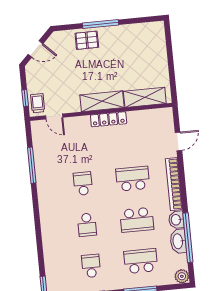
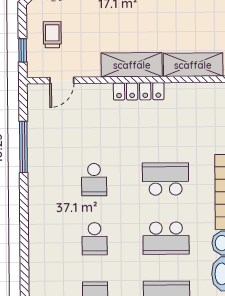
trolley: (38, 103) -> (52, 35), moved
door: (54, 117) -> (62, 80), hinge flipped
school desk: (83, 184) -> (94, 180), turned 180

